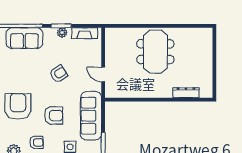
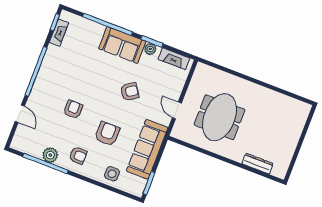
sofa: (24, 38) -> (122, 45), moved
meeting table: (155, 52) -> (219, 117), moved
armchair: (18, 106) -> (73, 109), width x0.53, depth x0.53
armchair: (54, 116) -> (107, 134), turned -90

